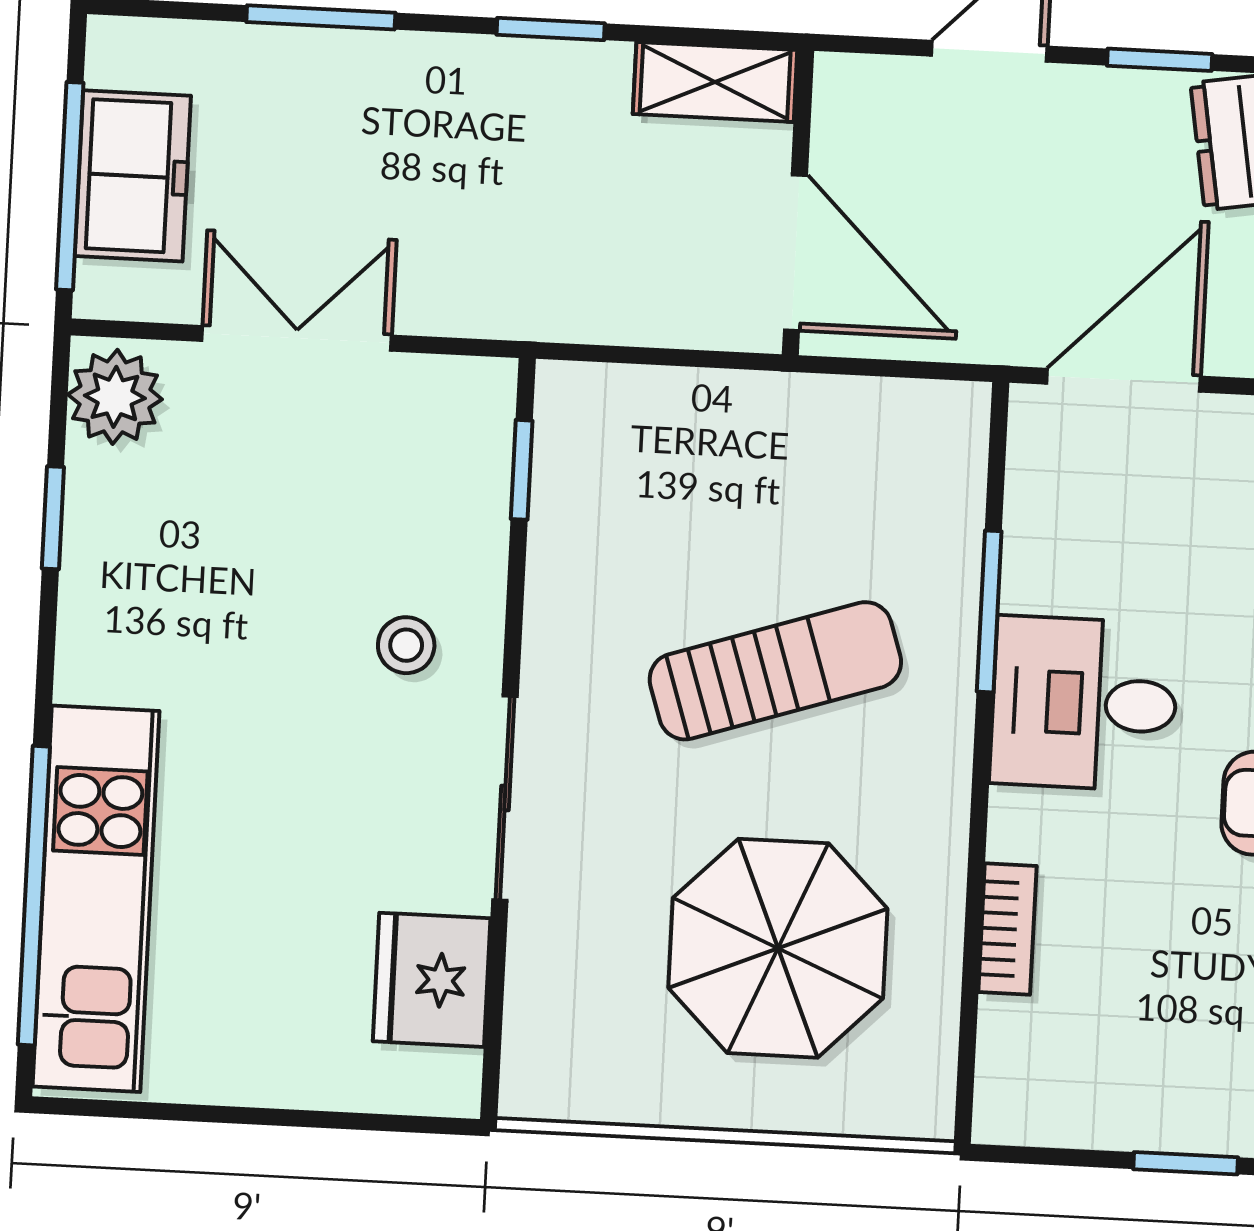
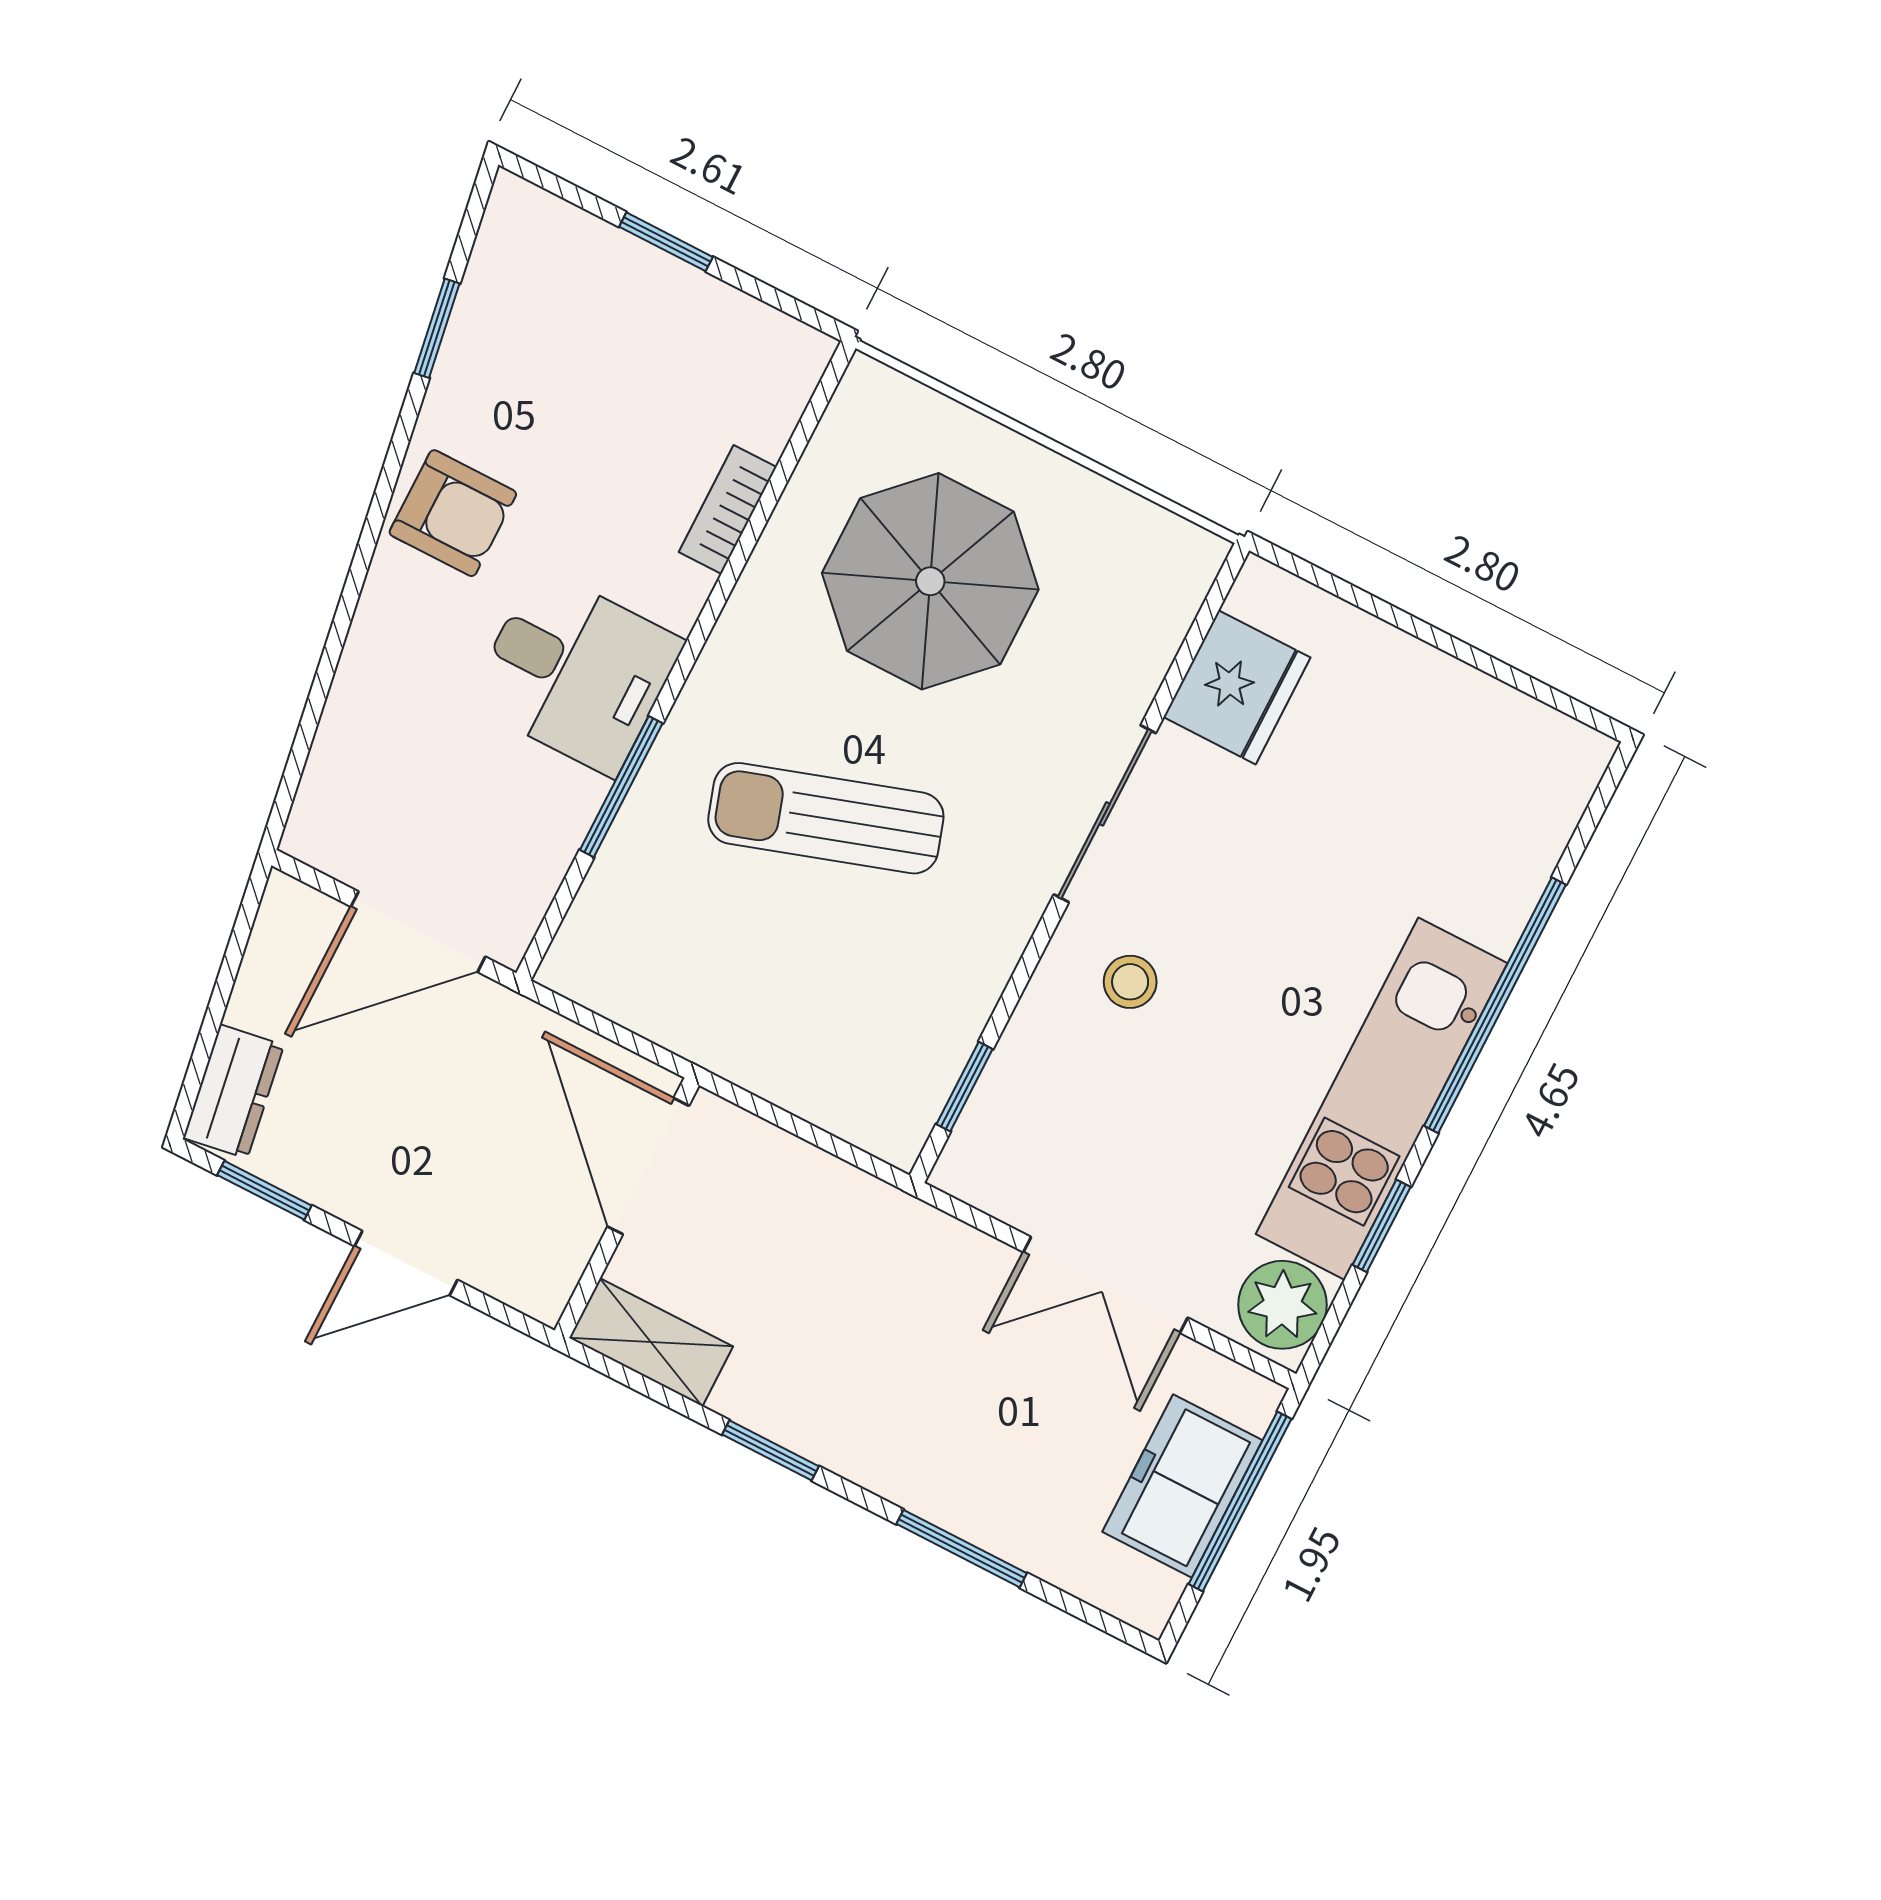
window: (34, 896) -> (1495, 1005), moved
kitchen unit: (96, 899) -> (1382, 1099), moved

